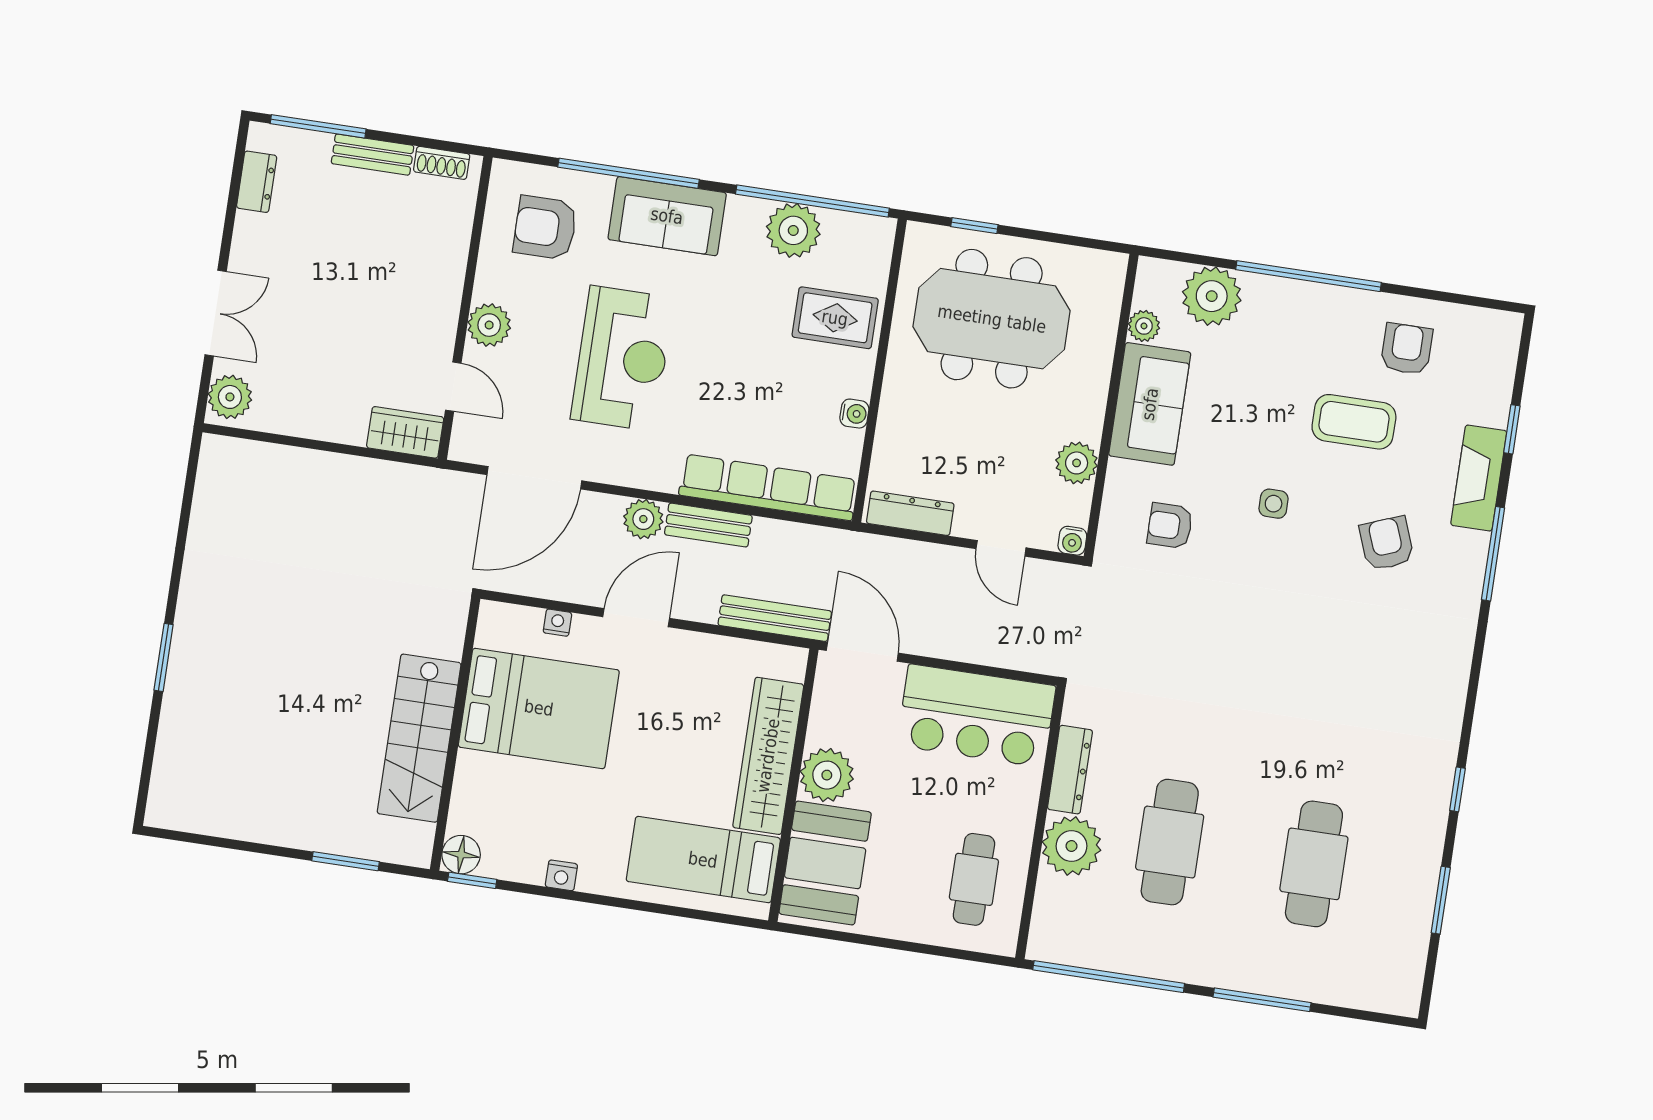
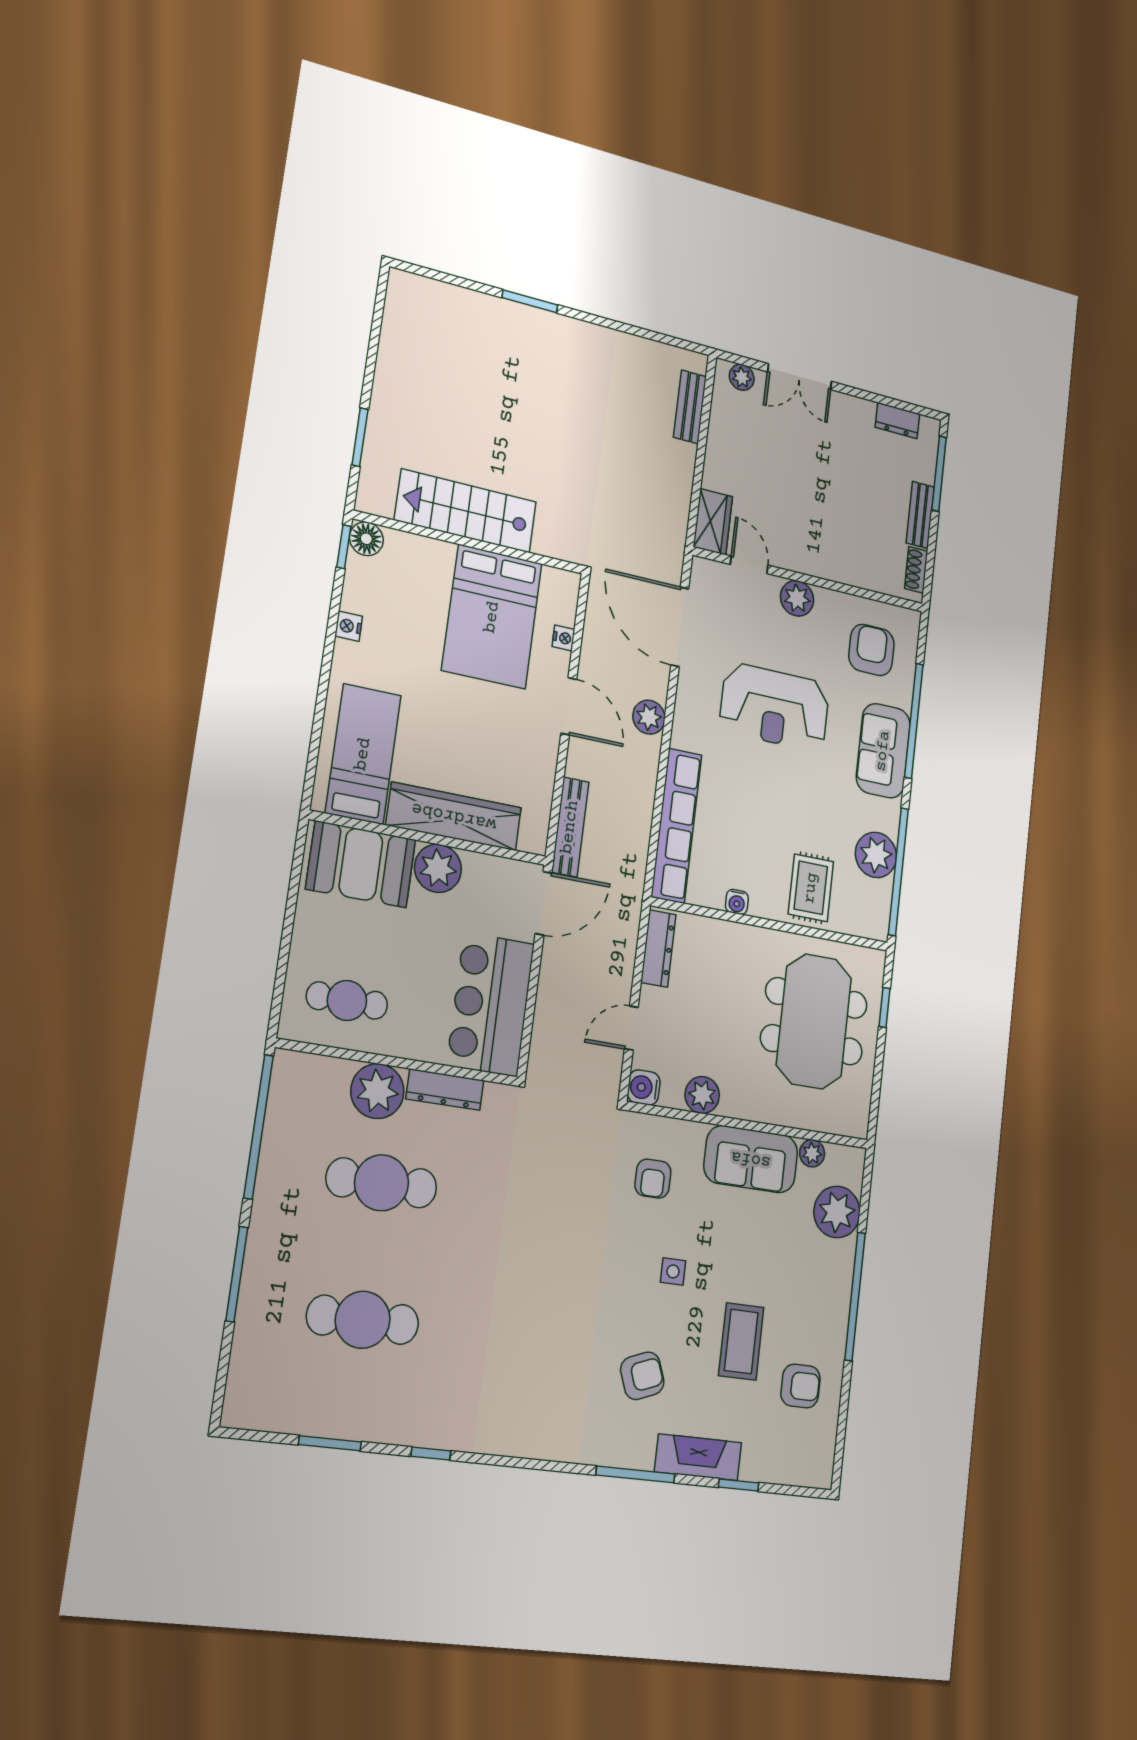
door: (453, 387) -> (749, 565), swing flipped
plant: (230, 397) -> (742, 377), width x0.73, depth x0.73
bench: (708, 525) -> (690, 407), moved
armchair: (1170, 526) -> (653, 1179), turned 180
water cooler: (1072, 541) -> (644, 1087), width x1.38, depth x1.38

